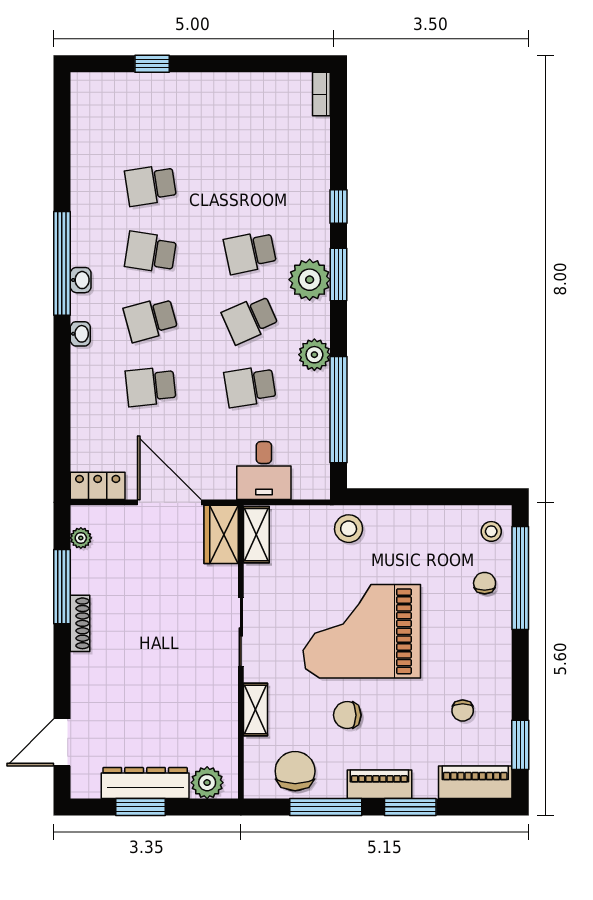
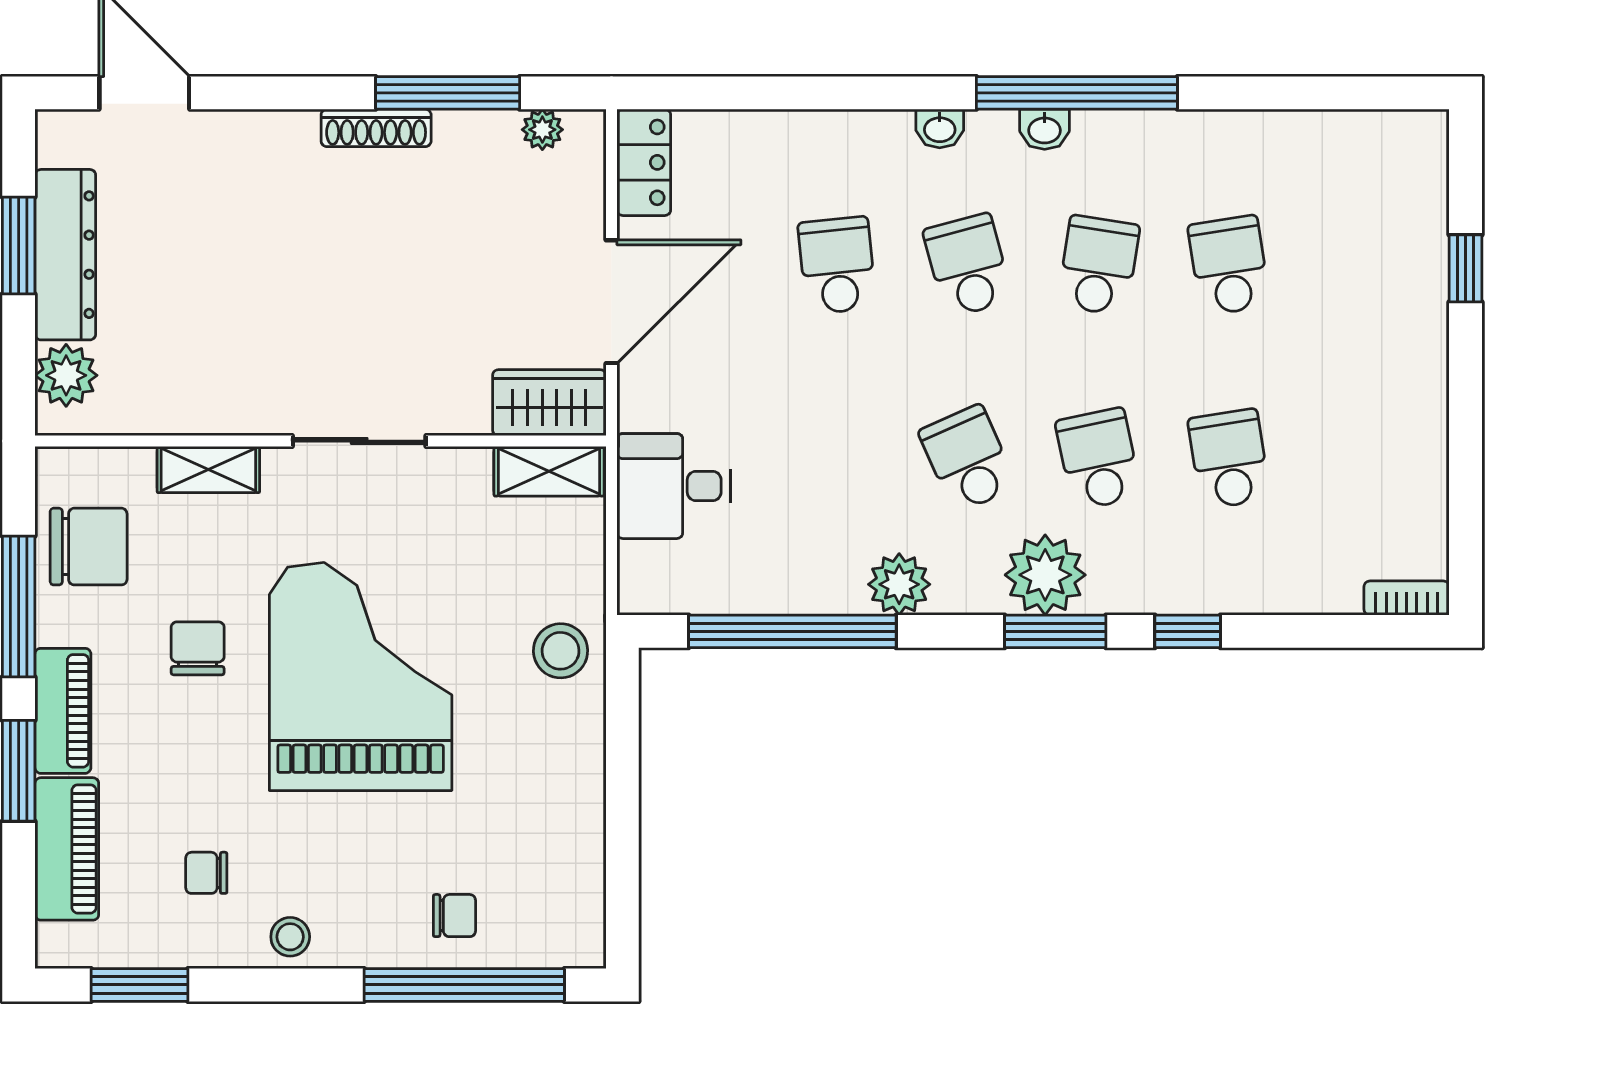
school desk: (250, 387) -> (1229, 459), moved
stool: (491, 531) -> (290, 937), moved
piano: (475, 782) -> (67, 849), moved

